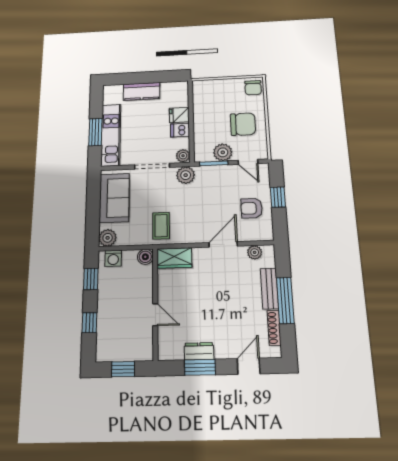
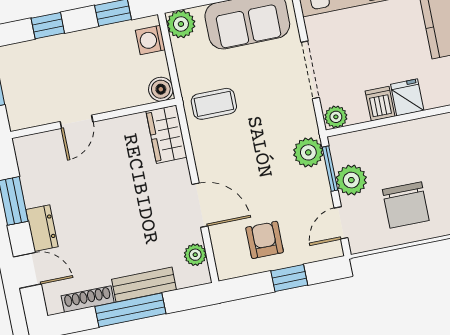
plant: (186, 175) -> (308, 152), moved
dresser: (199, 351) -> (42, 228), moved

